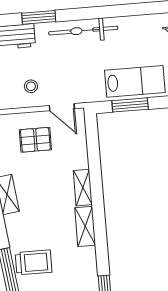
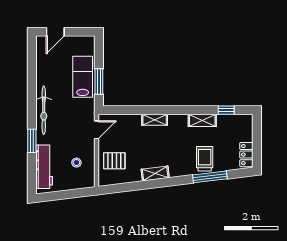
stool: (31, 86) -> (76, 163), moved
pallet: (35, 140) -> (114, 161), moved, turned 90
shelving: (85, 226) -> (202, 120), moved

